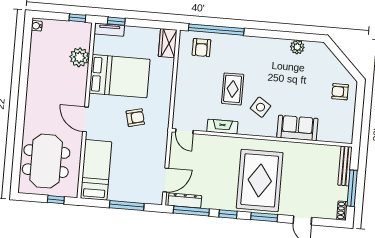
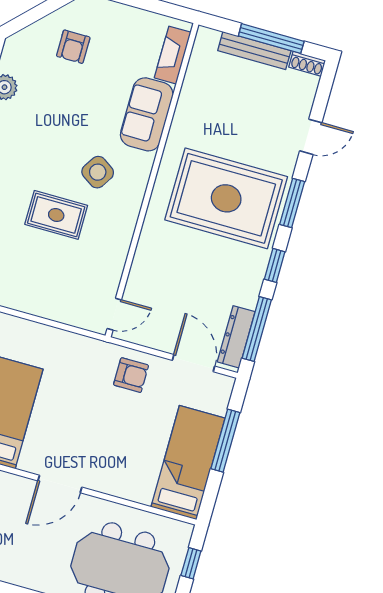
armchair: (340, 92) -> (73, 47), moved
armchair: (135, 118) -> (131, 375), moved, turned 104
fireplace: (222, 127) -> (173, 55), moved
bench: (345, 166) -> (254, 51), moved
bed: (96, 170) -> (188, 463), moved, turned 90

